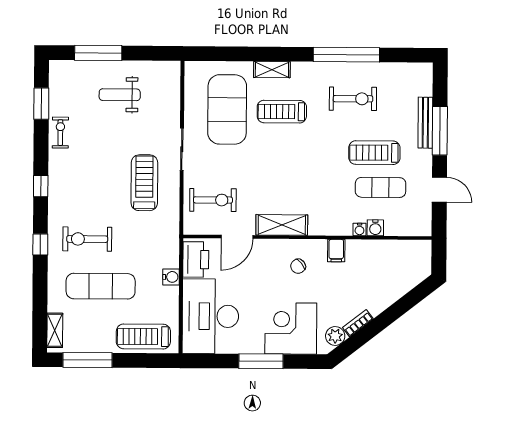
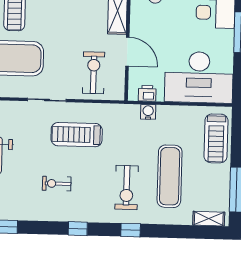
exercise bike: (60, 133) -> (57, 184), moved
printer: (196, 260) -> (147, 93), width x0.53, depth x0.68
water cooler: (171, 277) -> (148, 112), moved

